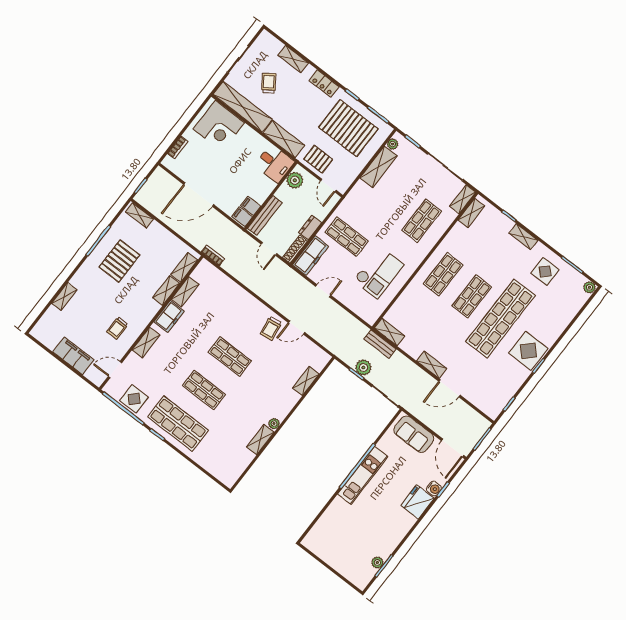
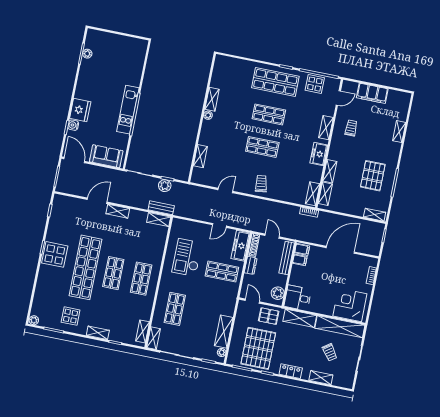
pallet: (348, 128) -> (258, 348), turned 90
shelving: (185, 292) -> (313, 194), moved
trolley: (271, 328) -> (261, 184), moved

